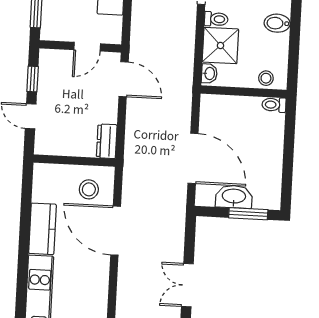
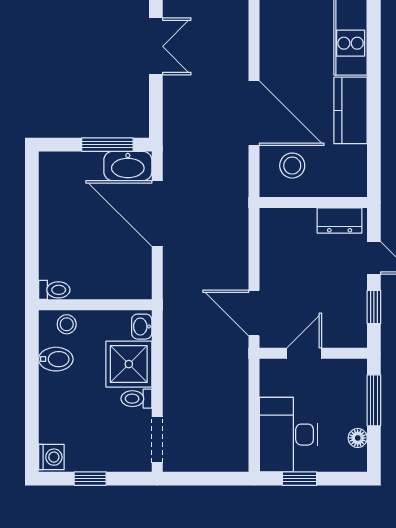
bidet: (277, 23) -> (56, 359), moved
dresser: (107, 141) -> (340, 220), moved, turned 90
washbasin: (234, 197) -> (128, 166), moved
window: (248, 214) -> (107, 145), moved

